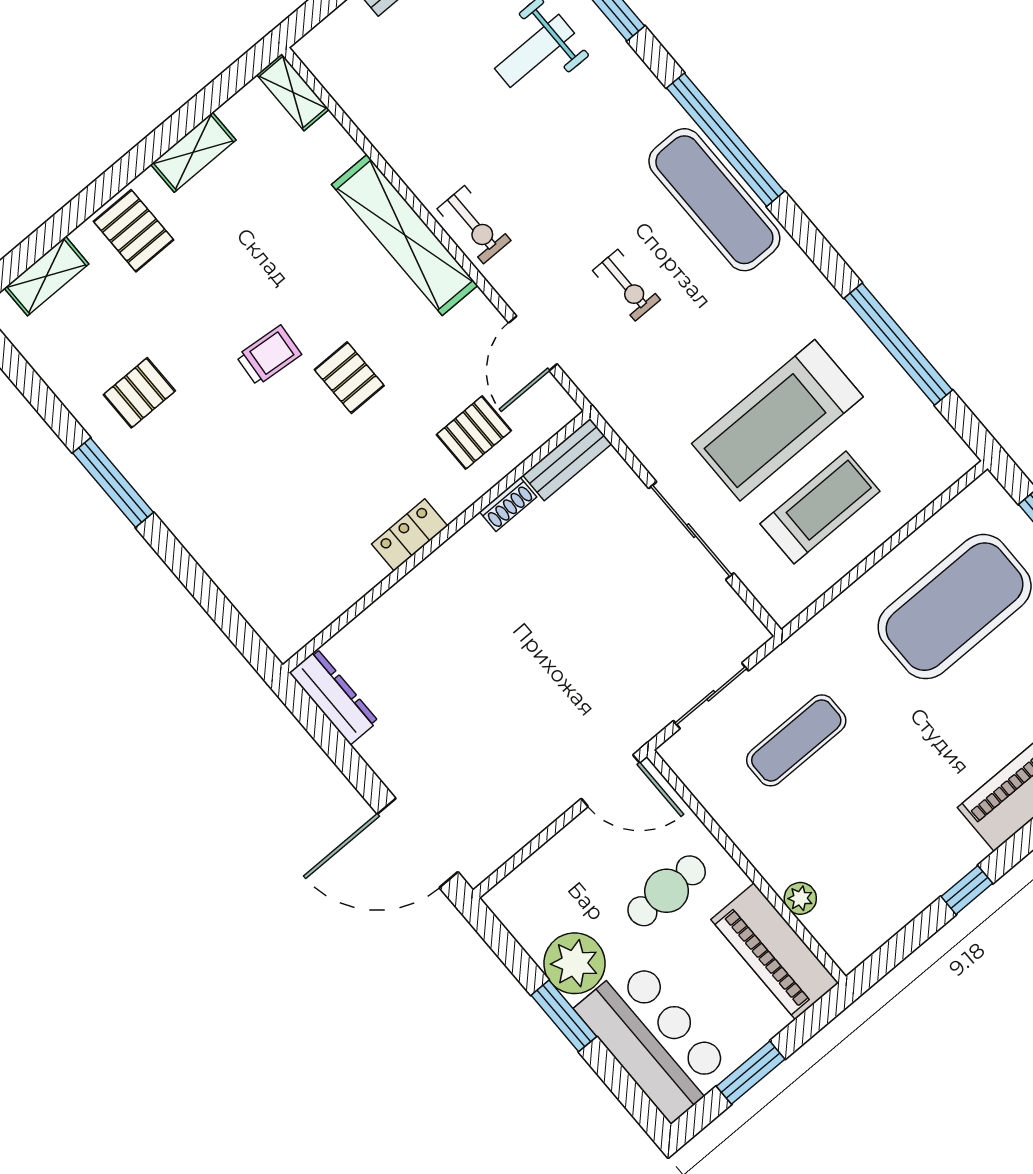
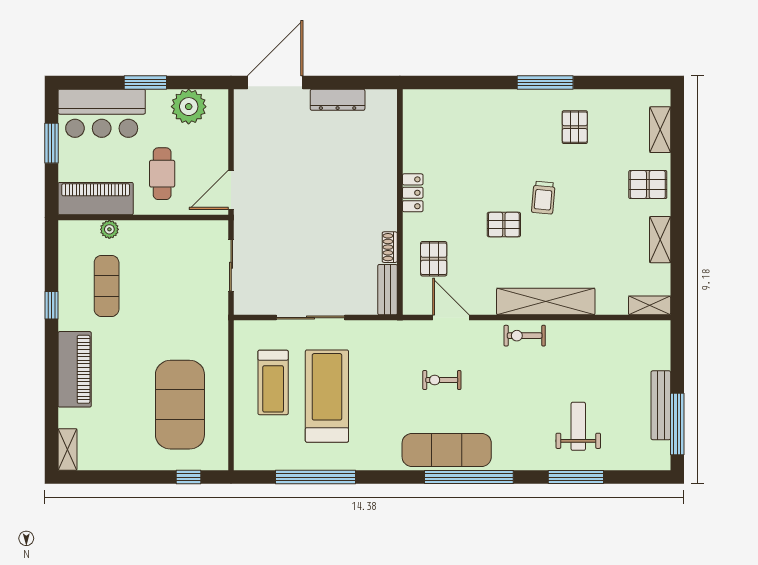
dresser: (334, 697) -> (338, 100), moved
exercise mat: (796, 740) -> (107, 286), moved
plant: (574, 963) -> (189, 107), moved

